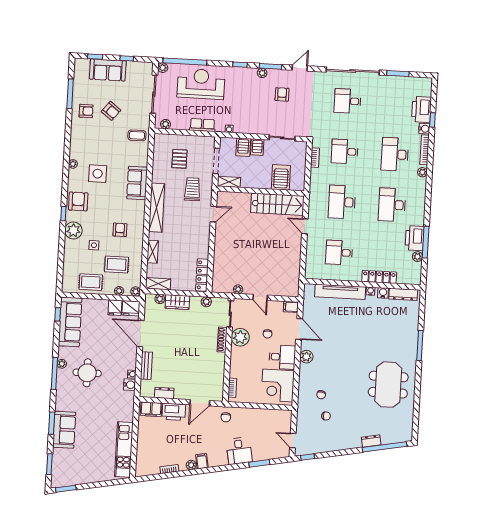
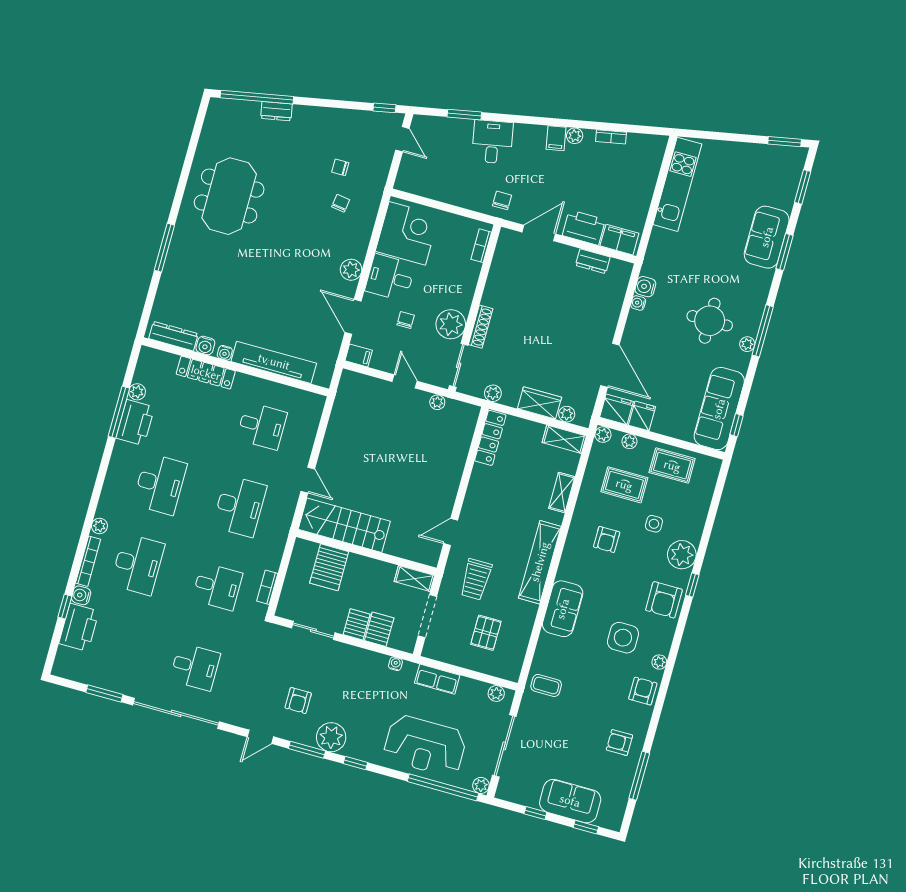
plant: (262, 73) -> (331, 737), width x1.88, depth x1.88
armchair: (111, 111) -> (643, 691), moved, turned 52
bench: (146, 366) -> (612, 311), removed

